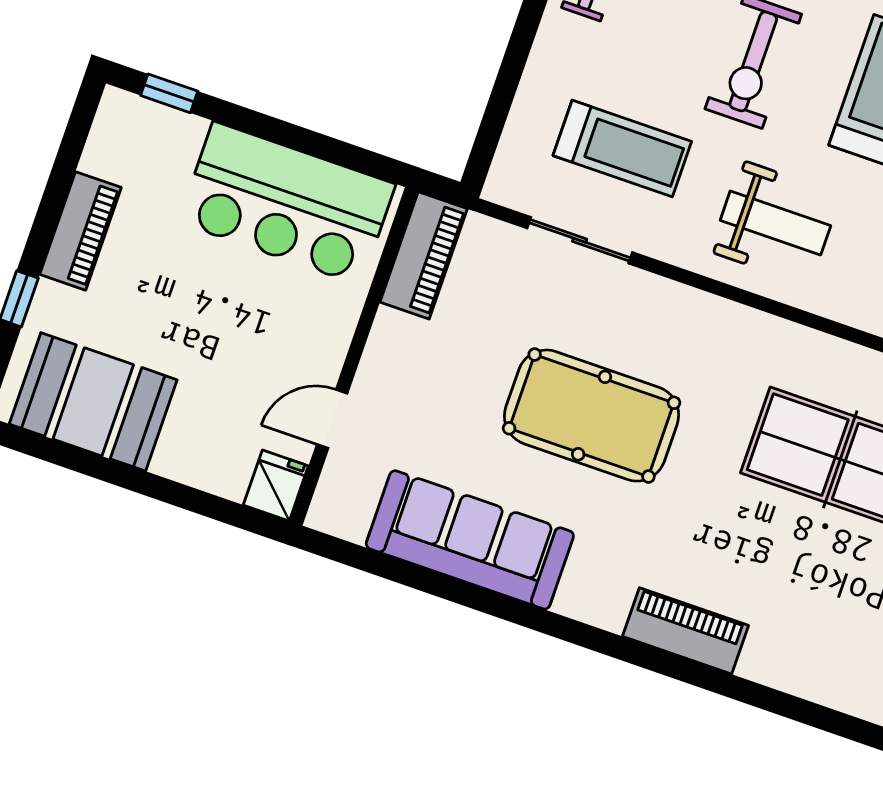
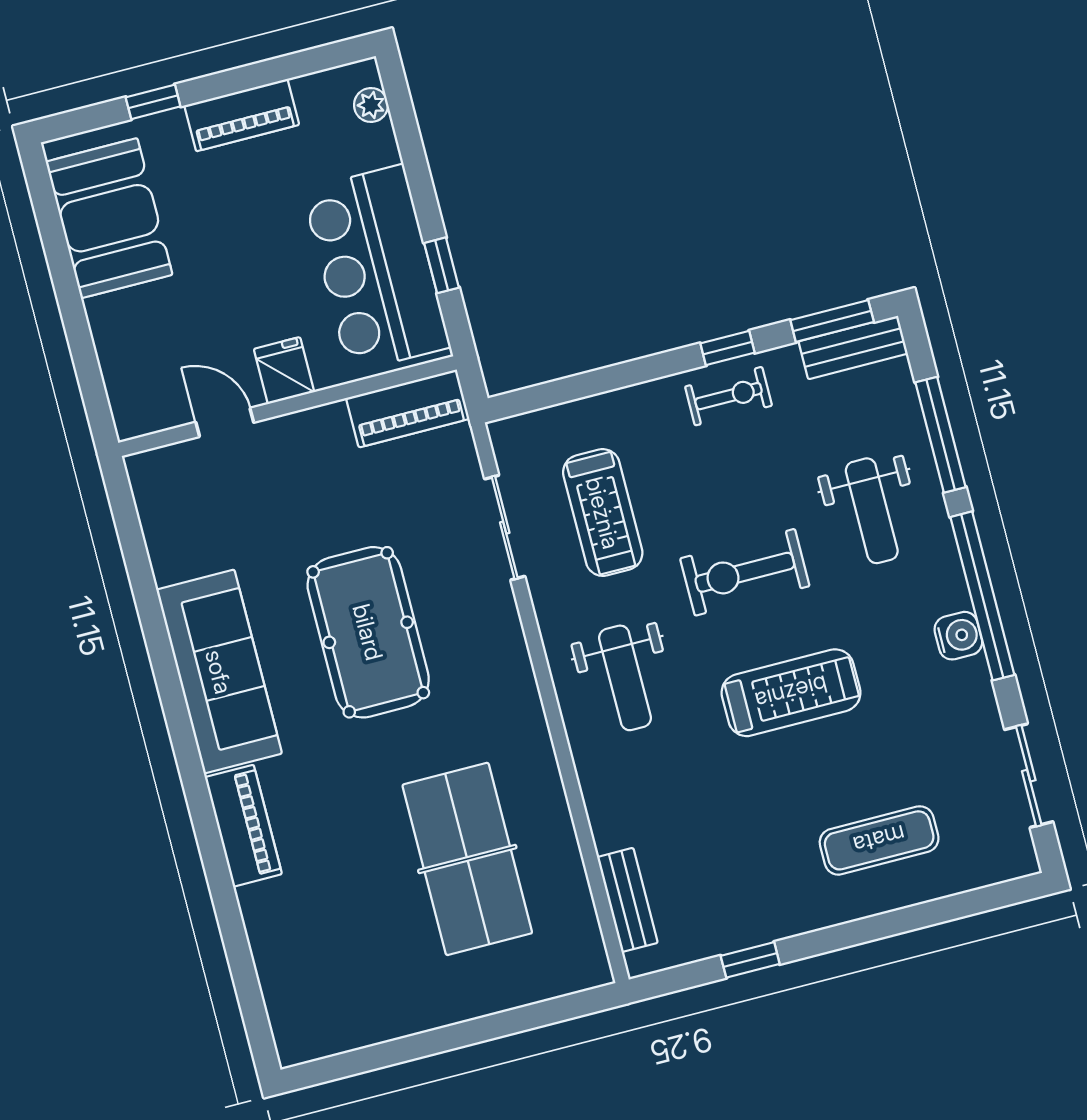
window: (169, 93) -> (442, 265), moved
plant: (145, 115) -> (371, 105), added
fridge: (276, 485) -> (284, 371), moved, turned -90
sofa: (470, 540) -> (219, 672), moved

